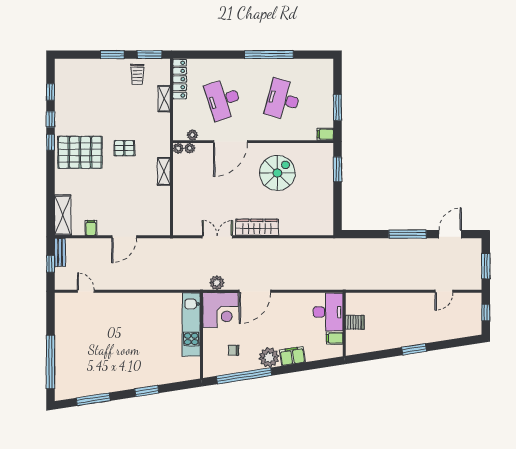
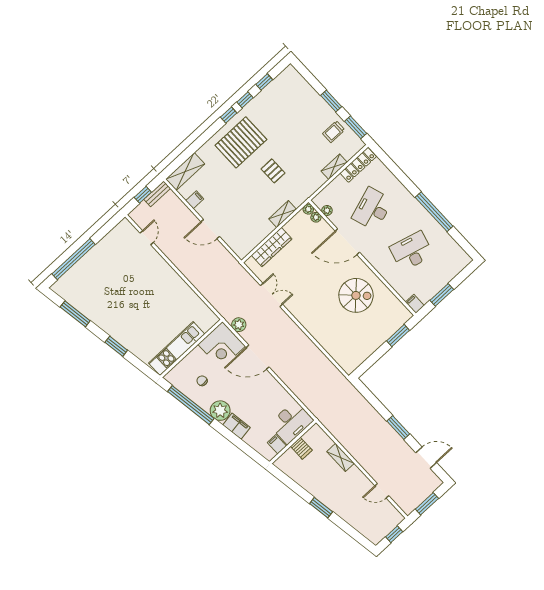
pallet: (80, 152) -> (241, 142), turned 90
wardrobe: (257, 227) -> (272, 247), moved, turned 90
window: (408, 234) -> (398, 428), width x0.69
shelving: (389, 299) -> (340, 457), added
kitchen unit: (191, 324) -> (177, 349), moved

